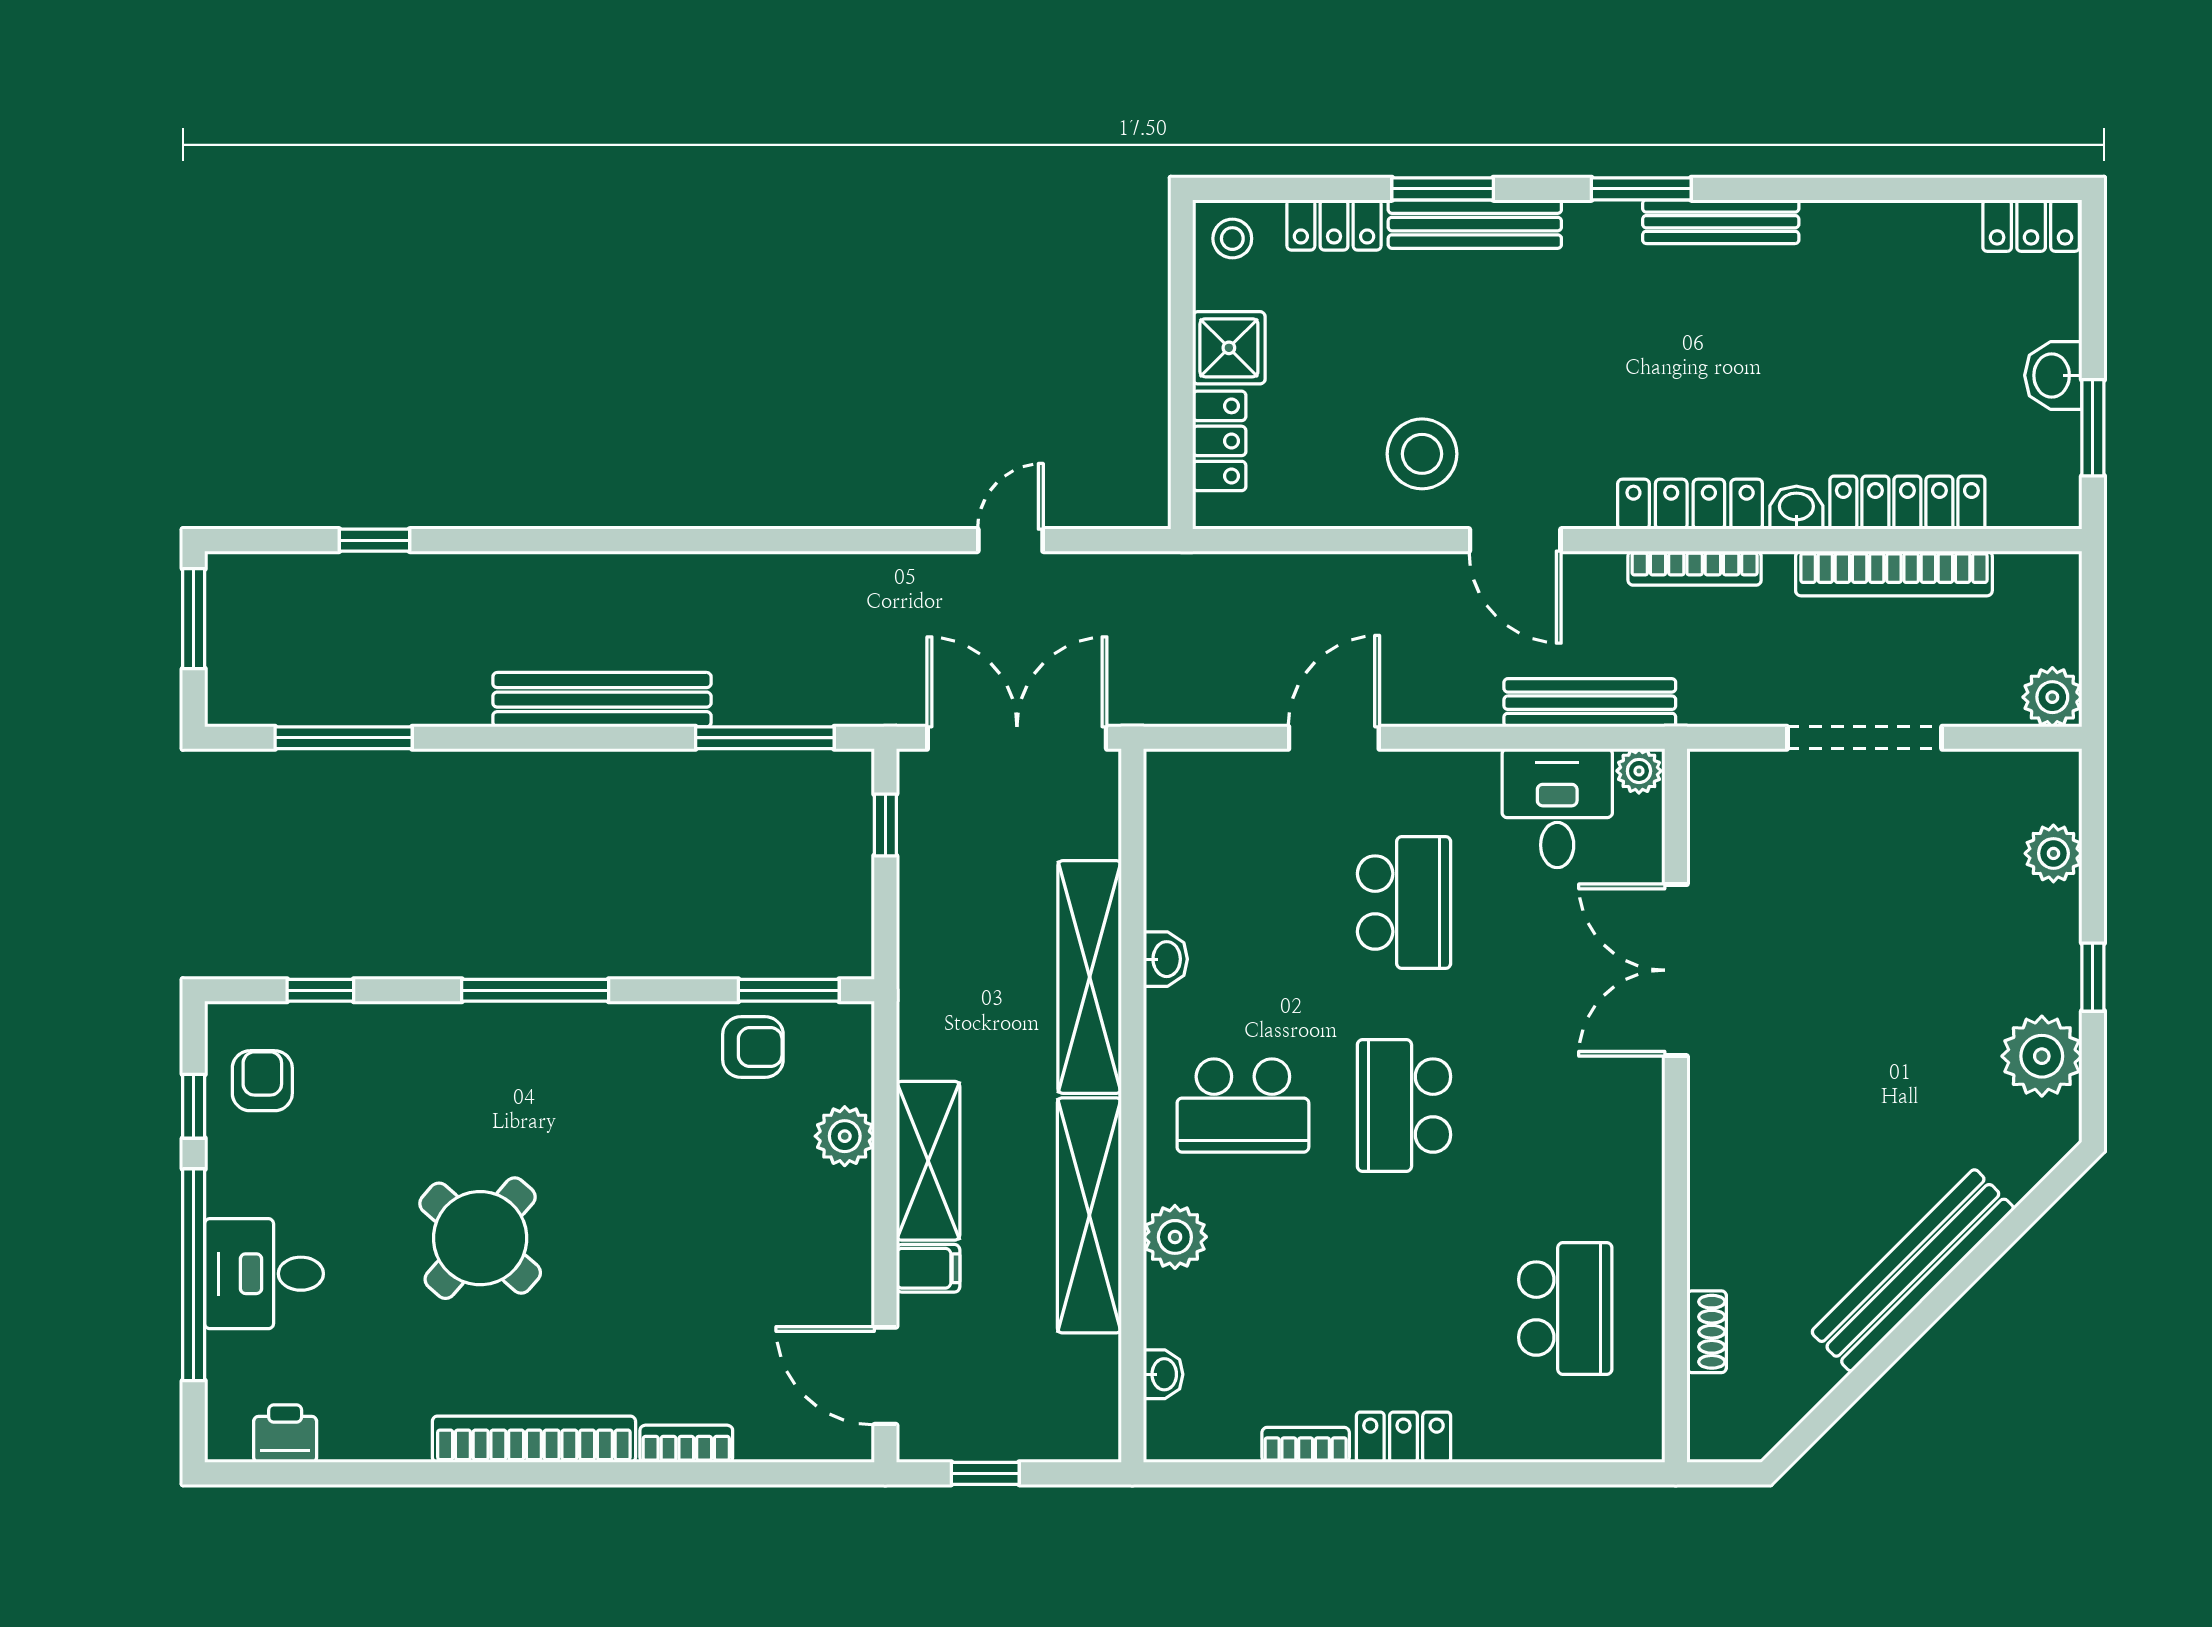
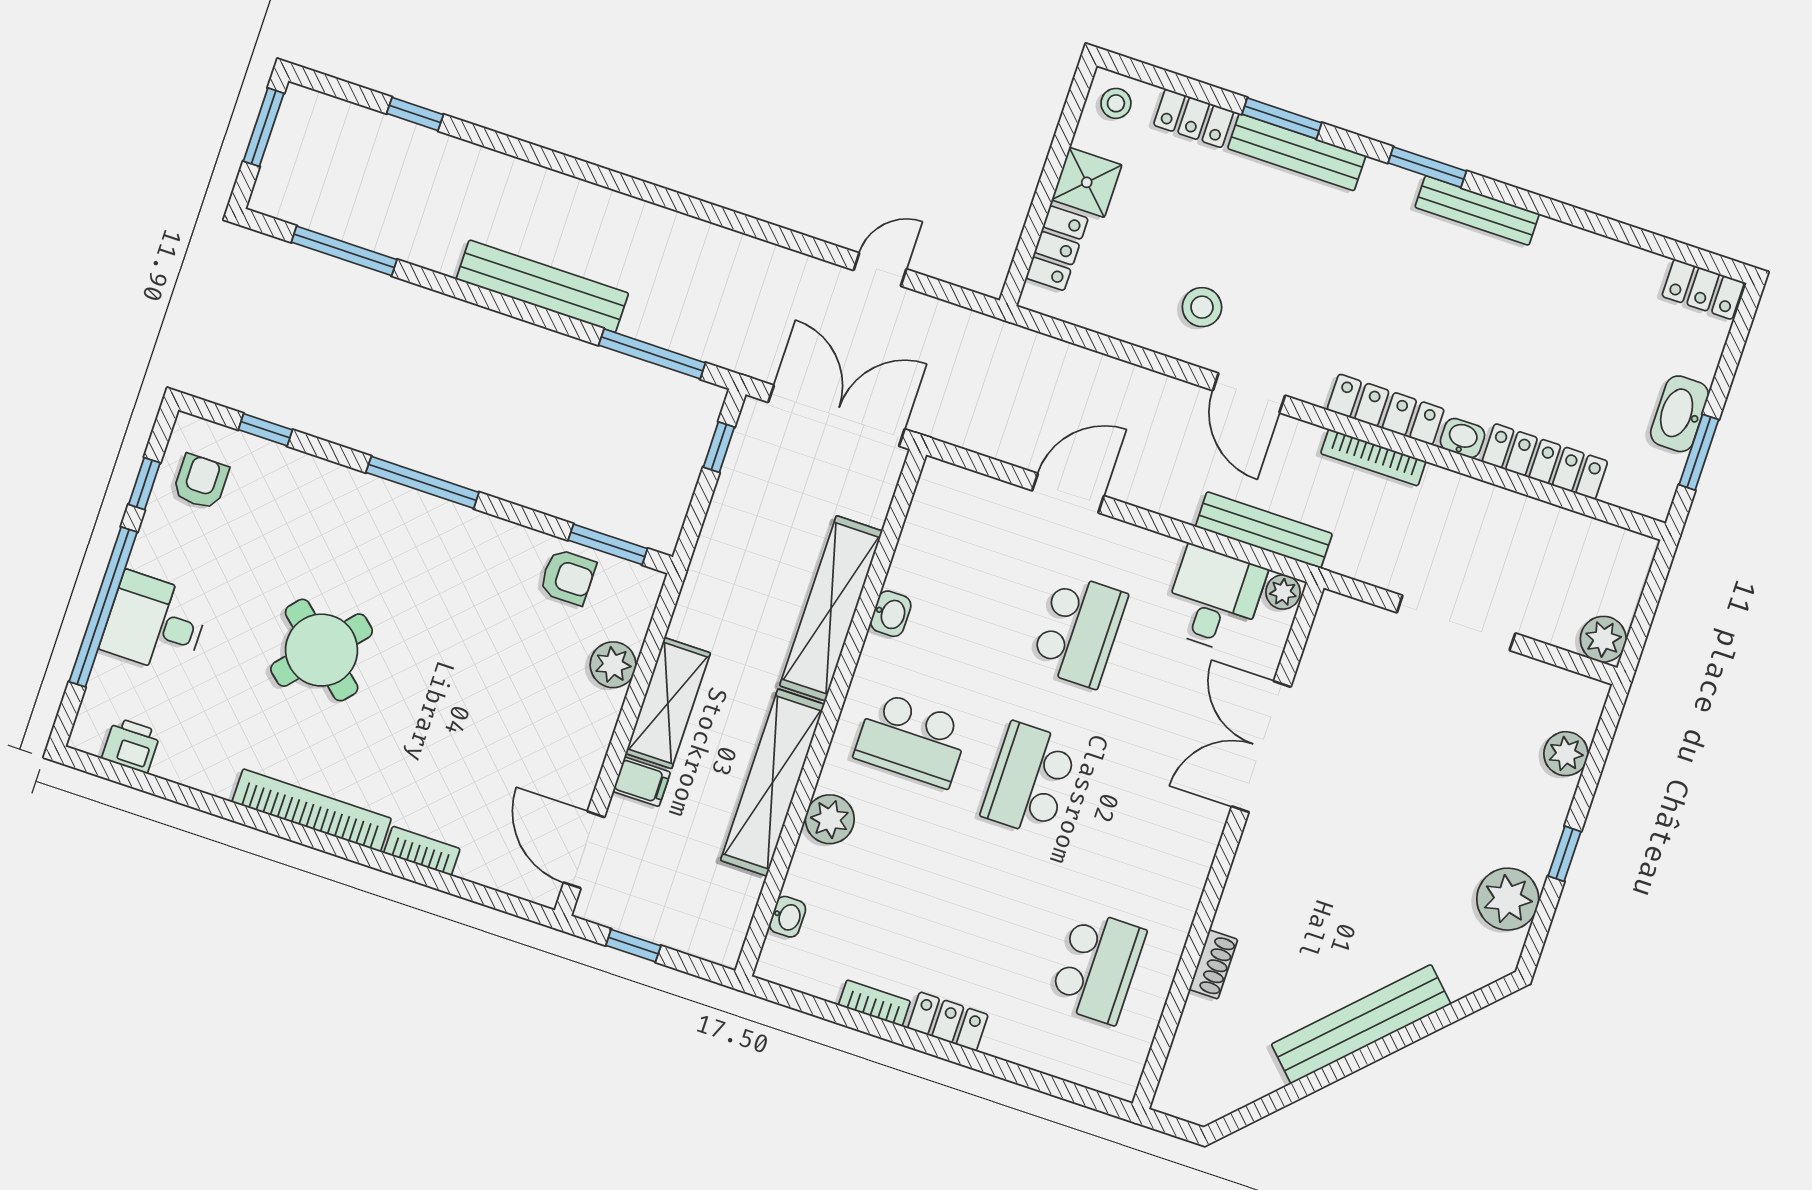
washbasin: (2053, 375) -> (1680, 414), width x1.38
stool: (1422, 454) -> (1202, 307), width x0.73, depth x0.73
bookcase: (1894, 573) -> (1518, 510), removed
shoe rack: (1707, 1332) -> (1213, 964), moved

